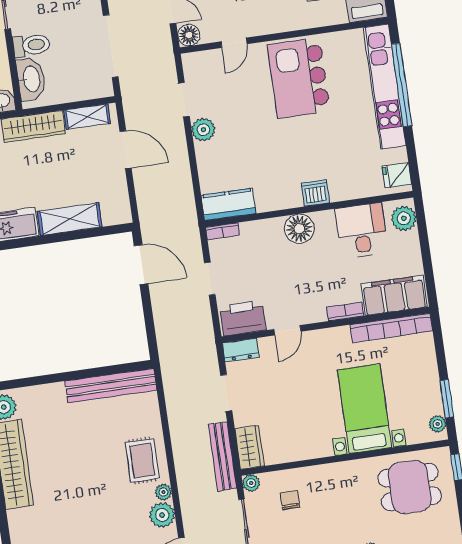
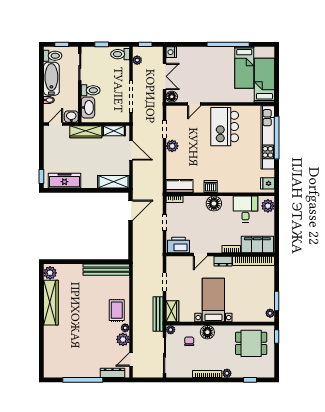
dishwasher: (315, 193) -> (211, 186), moved
shelving: (70, 219) -> (113, 182), moved
door: (141, 265) -> (131, 210), hinge flipped
dresser: (241, 350) -> (223, 261), moved
bed with nightstands: (365, 409) -> (213, 300), moved
floor lamp: (322, 478) -> (207, 332), added

